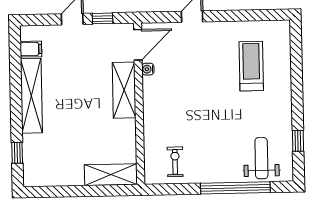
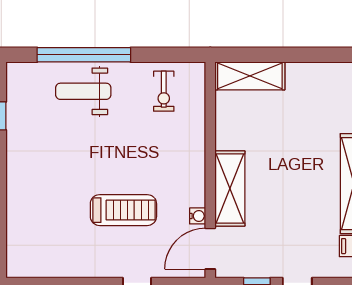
treadmill: (251, 66) -> (123, 210), moved, turned -90
weight bench: (261, 158) -> (83, 91), moved, turned 90

